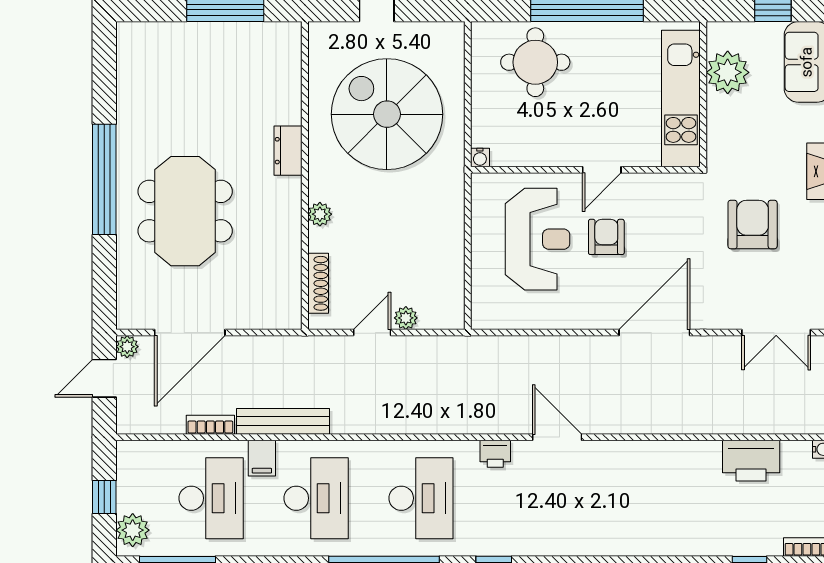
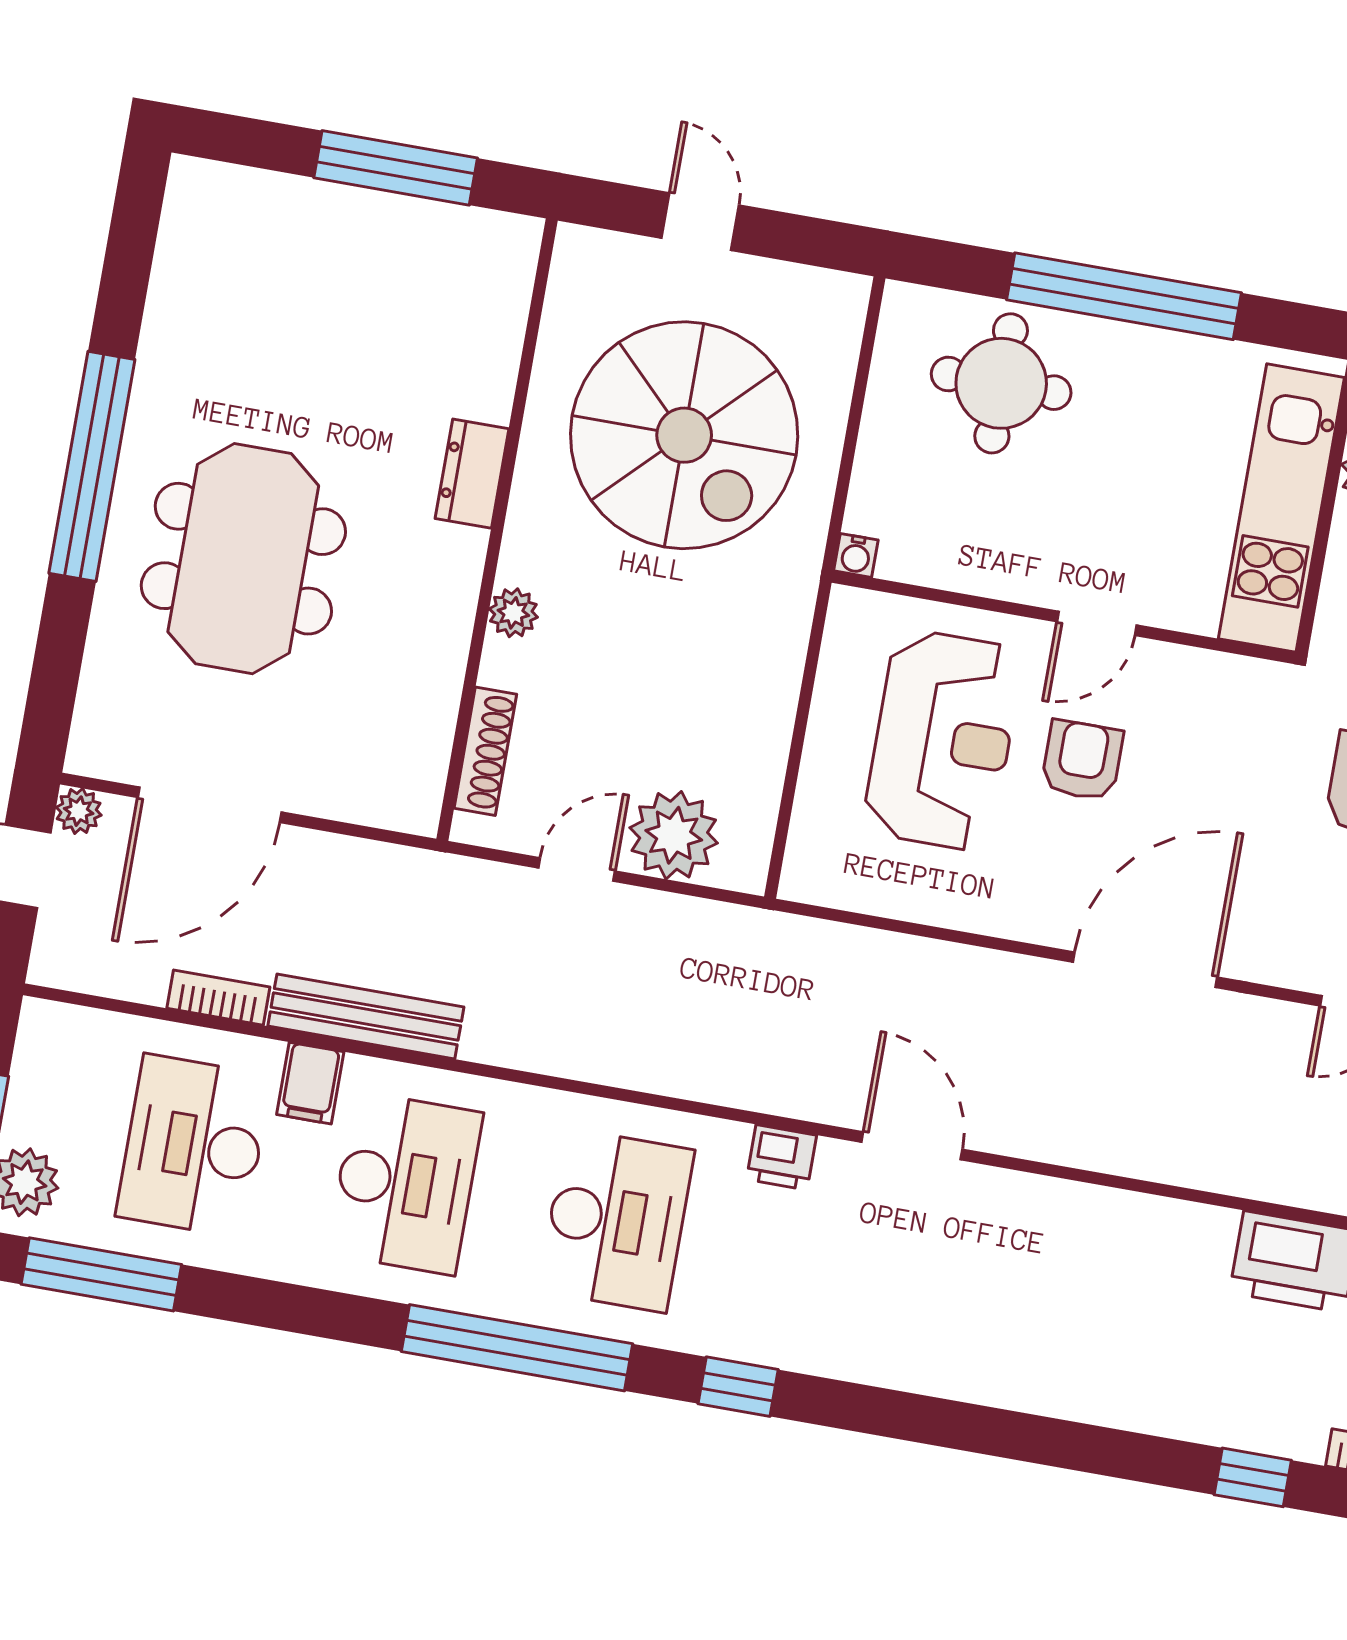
spiral stairs: (387, 114) -> (684, 435), turned 180
plant: (406, 318) -> (674, 835), width x1.88, depth x1.88
desk: (211, 498) -> (194, 1146), turned 180

